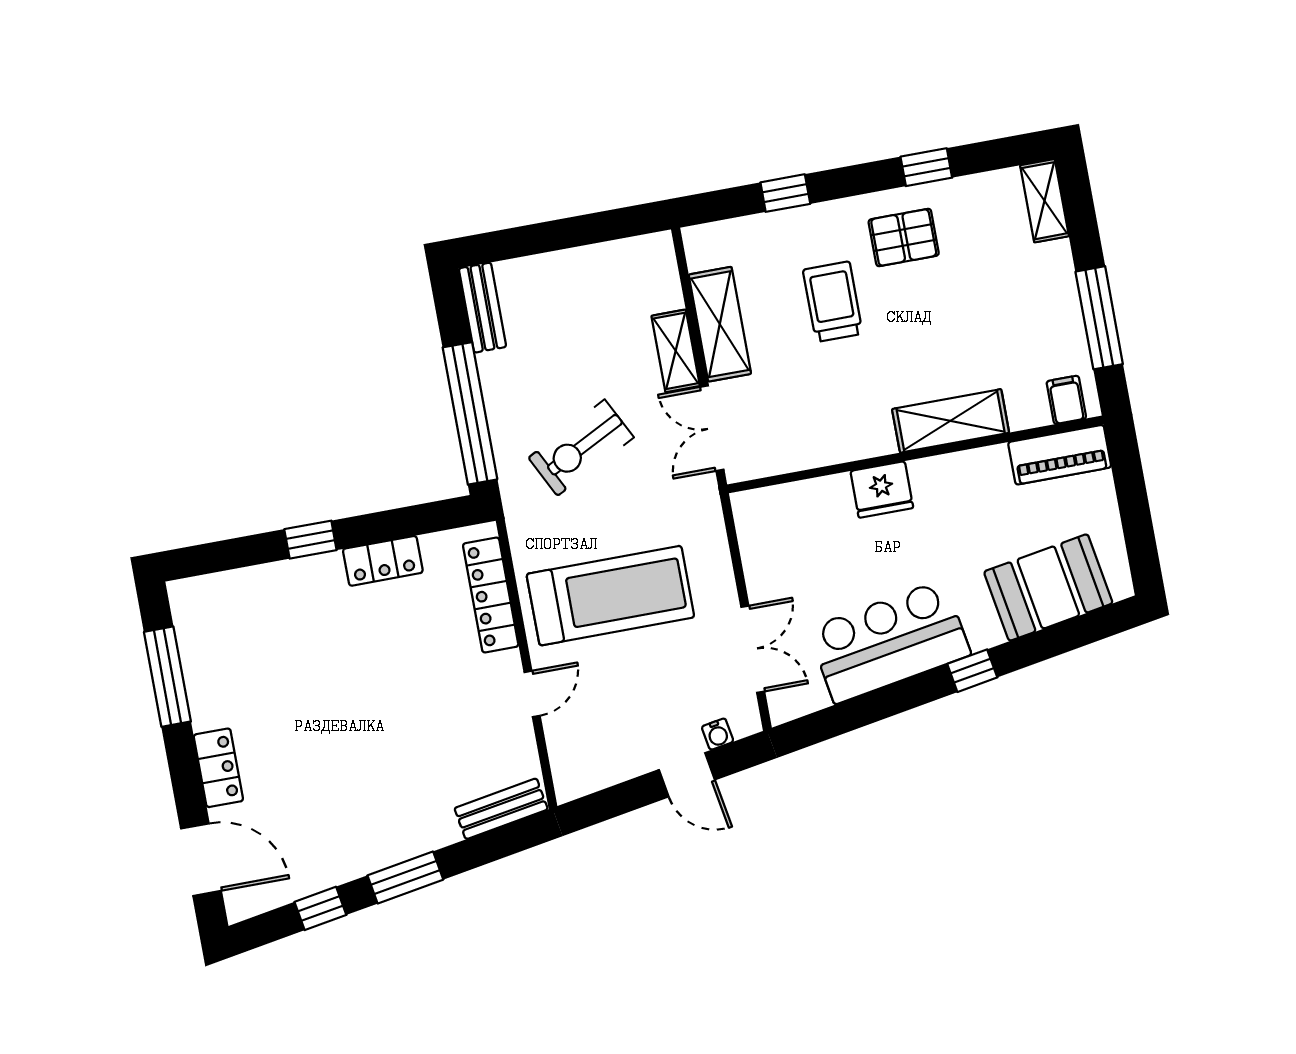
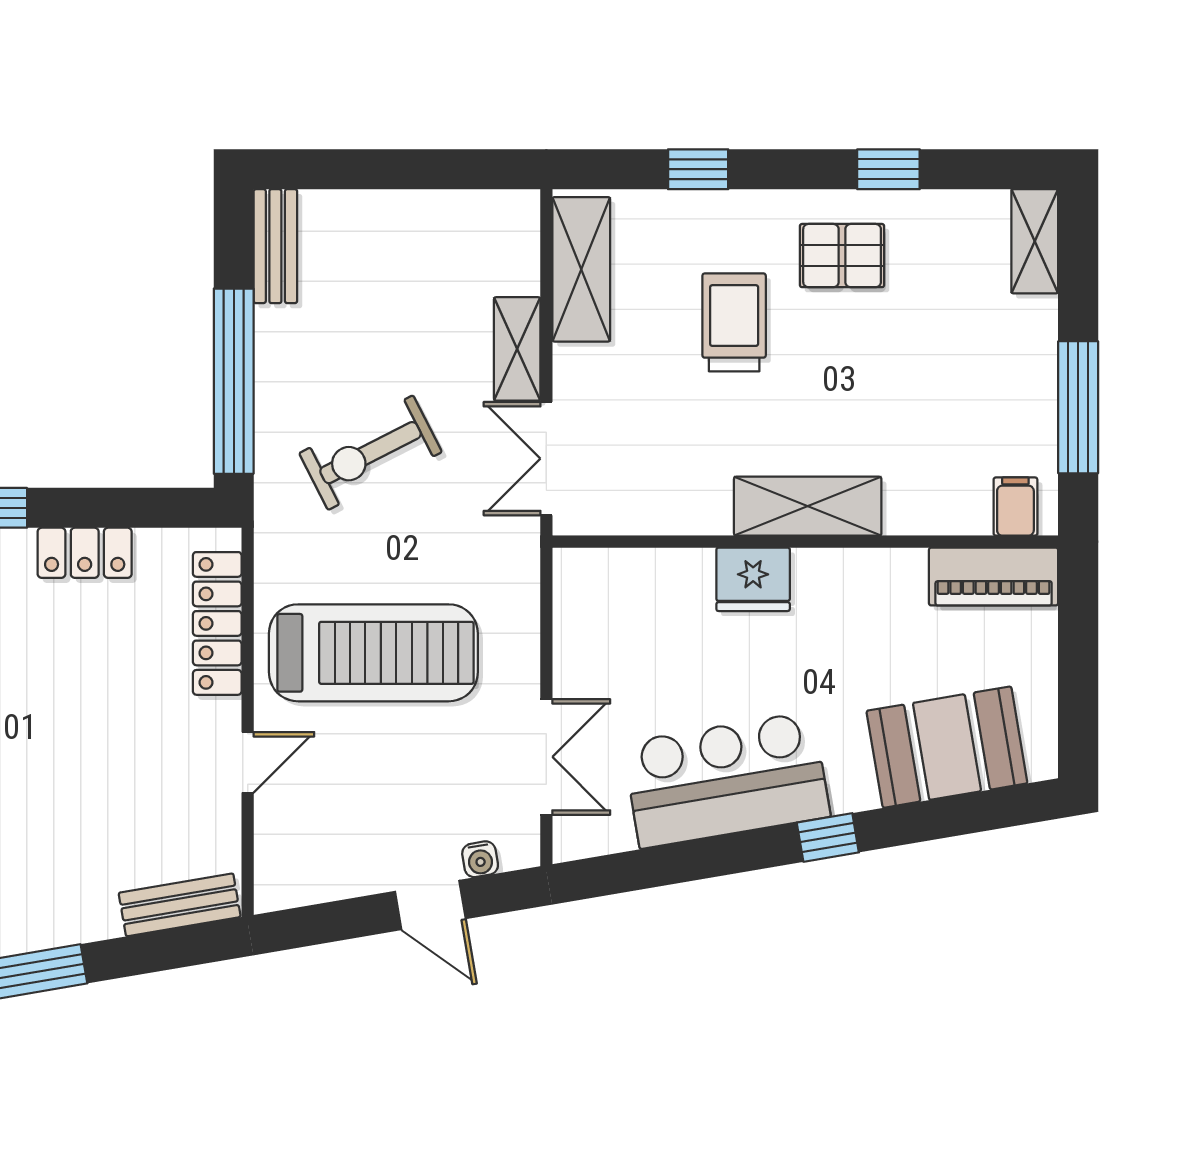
shelving: (720, 324) -> (581, 269), moved
shelving: (951, 421) -> (808, 506), moved

